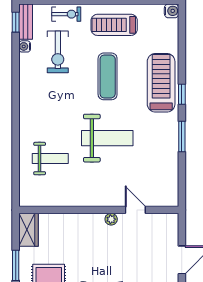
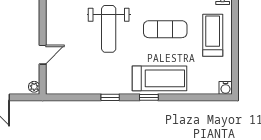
window: (182, 137) -> (110, 97), width x0.67
plant: (111, 219) -> (34, 87), moved

